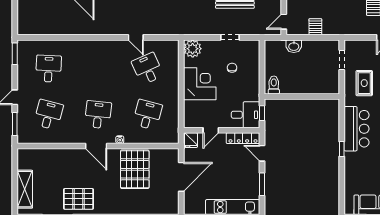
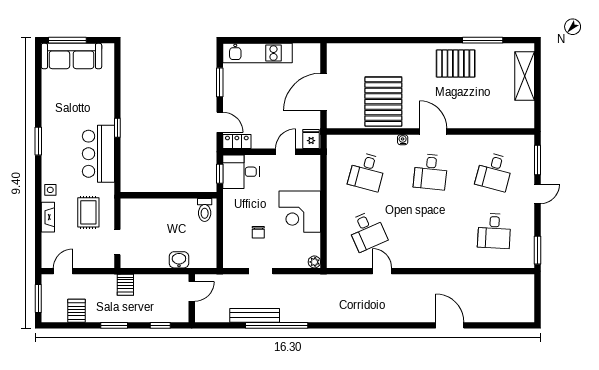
server rack: (315, 27) -> (125, 285), moved
plant: (193, 49) -> (314, 262), width x0.53, depth x0.53
locker: (243, 138) -> (237, 142), width x0.66

